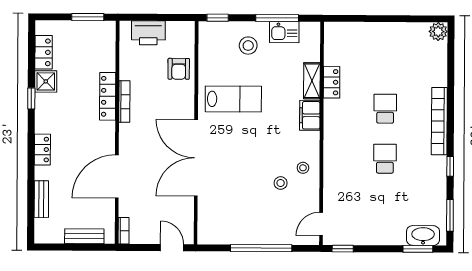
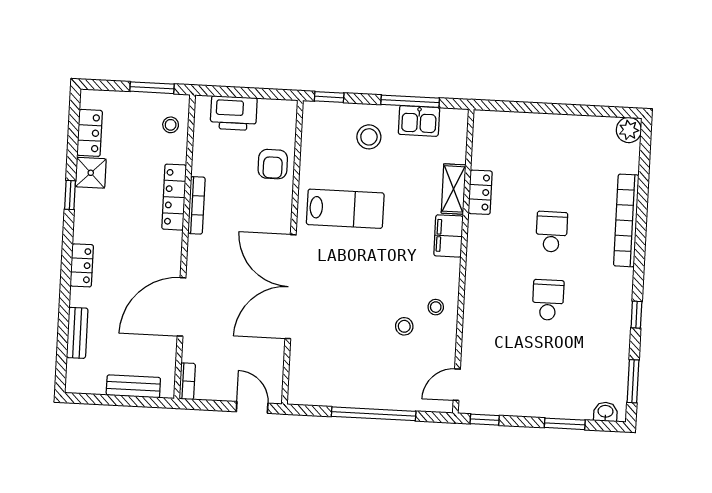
stool: (103, 44) -> (171, 125), added
bookcase: (439, 121) -> (626, 220), moved
washbasin: (423, 236) -> (605, 412), width x0.52, depth x0.69
window: (418, 249) -> (565, 424), moved

